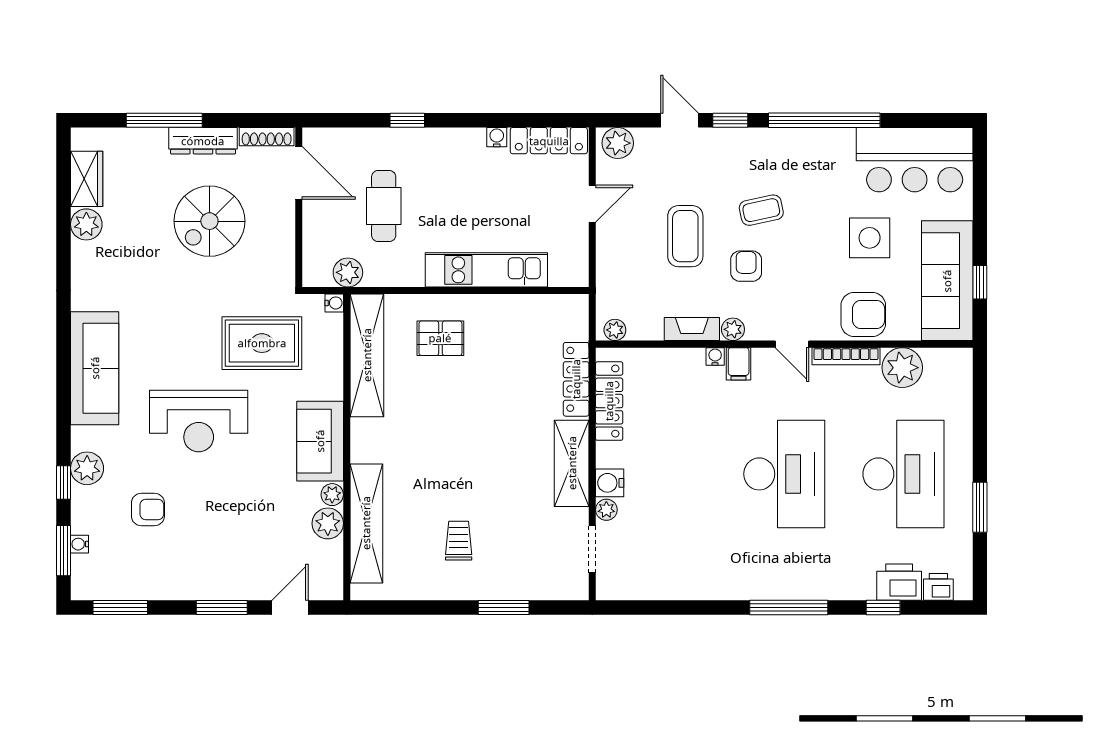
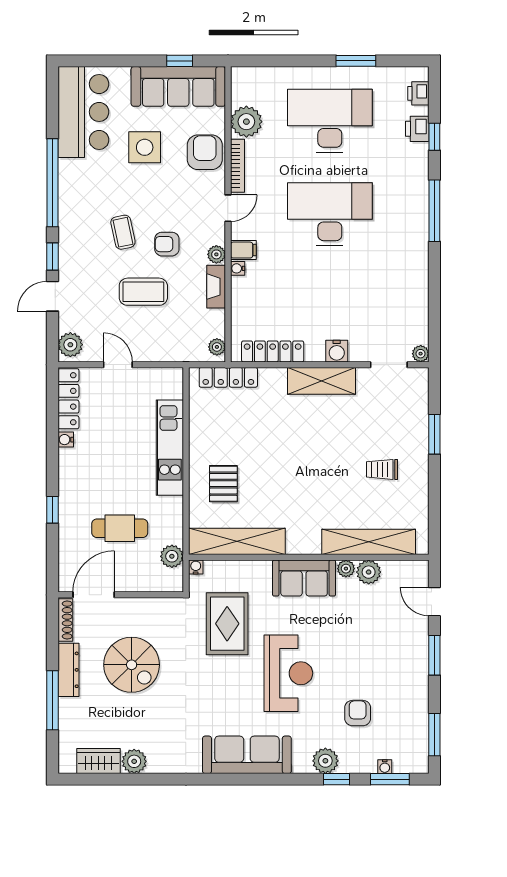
locker: (576, 379) -> (228, 377), moved
plant: (606, 510) -> (421, 354), moved
printer: (899, 582) -> (417, 129), width x0.73, depth x0.81

